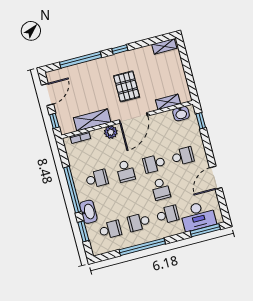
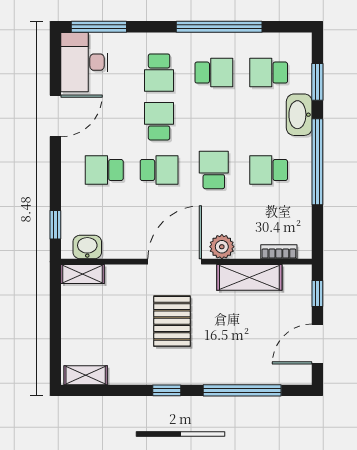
shelving: (168, 102) -> (83, 274), moved
school desk: (167, 215) -> (159, 73), turned -90
desk: (198, 216) -> (84, 62), moved, turned -90

